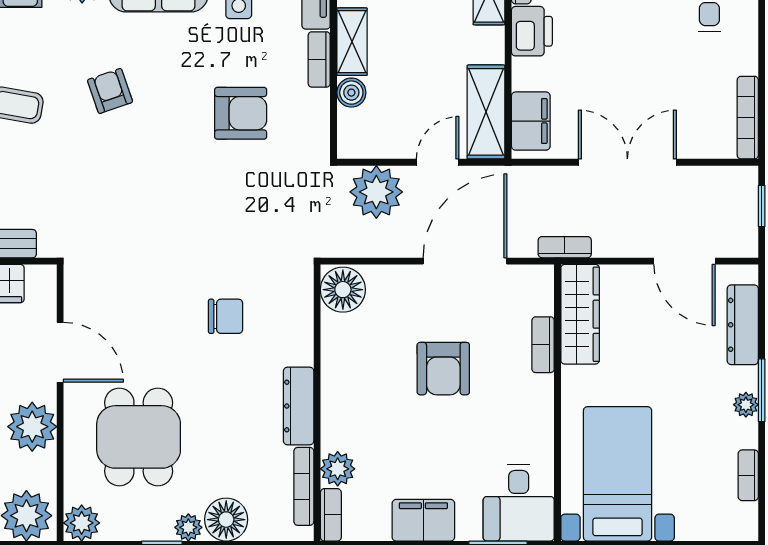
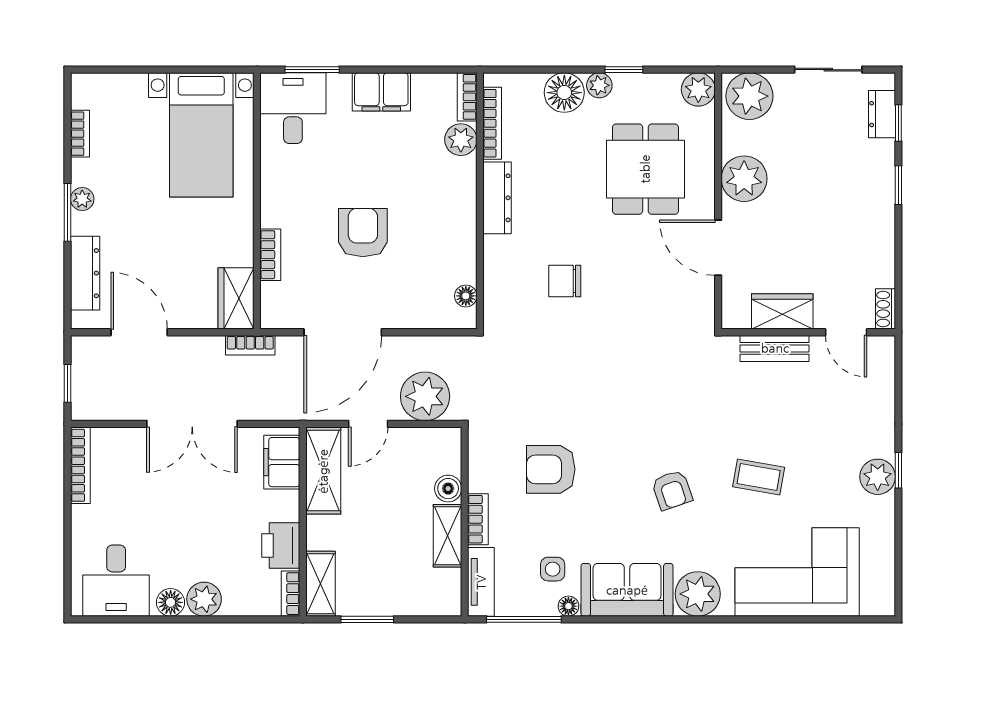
floor lamp: (343, 290) -> (466, 296), width x0.53, depth x0.53
wardrobe: (580, 314) -> (236, 298), width x0.67

